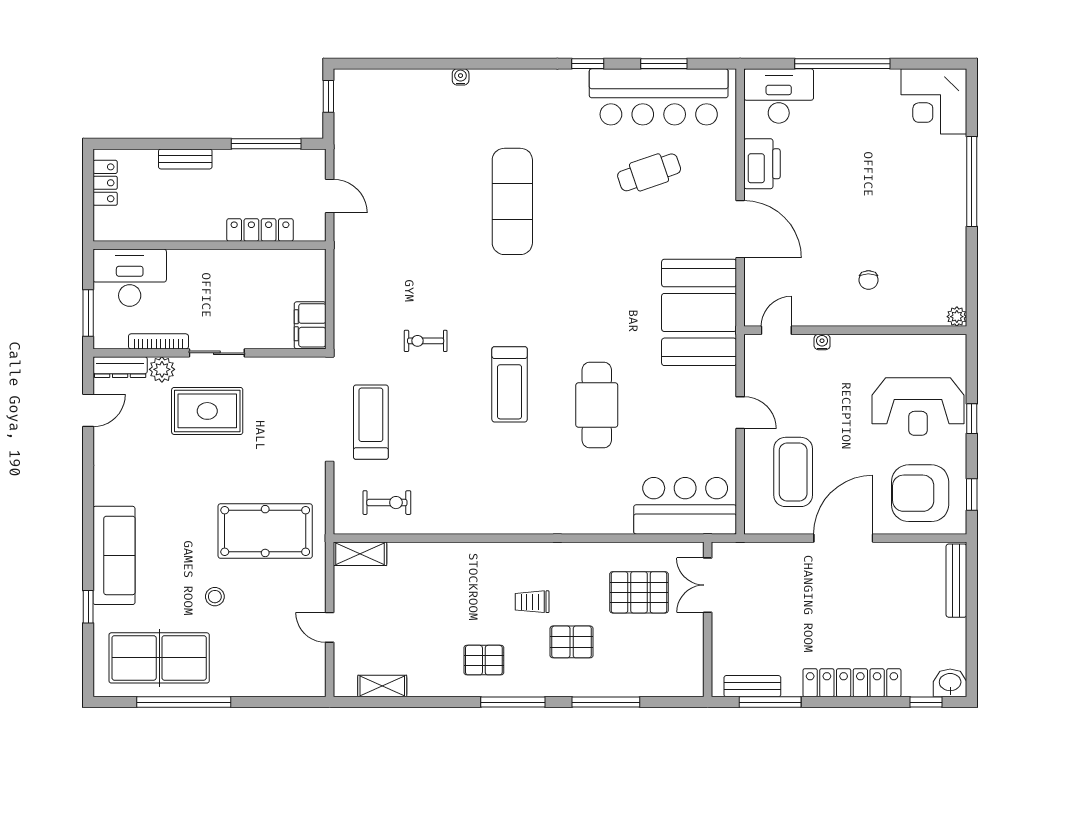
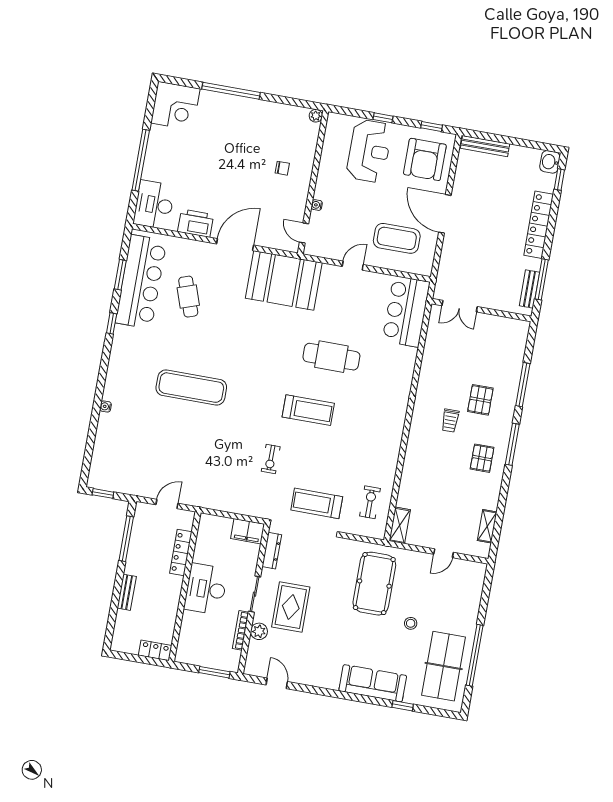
locker: (105, 183) -> (155, 650), moved
desk: (130, 278) -> (206, 589), moved
dresser: (120, 367) -> (272, 551), moved
pallet: (639, 592) -> (456, 351), removed

